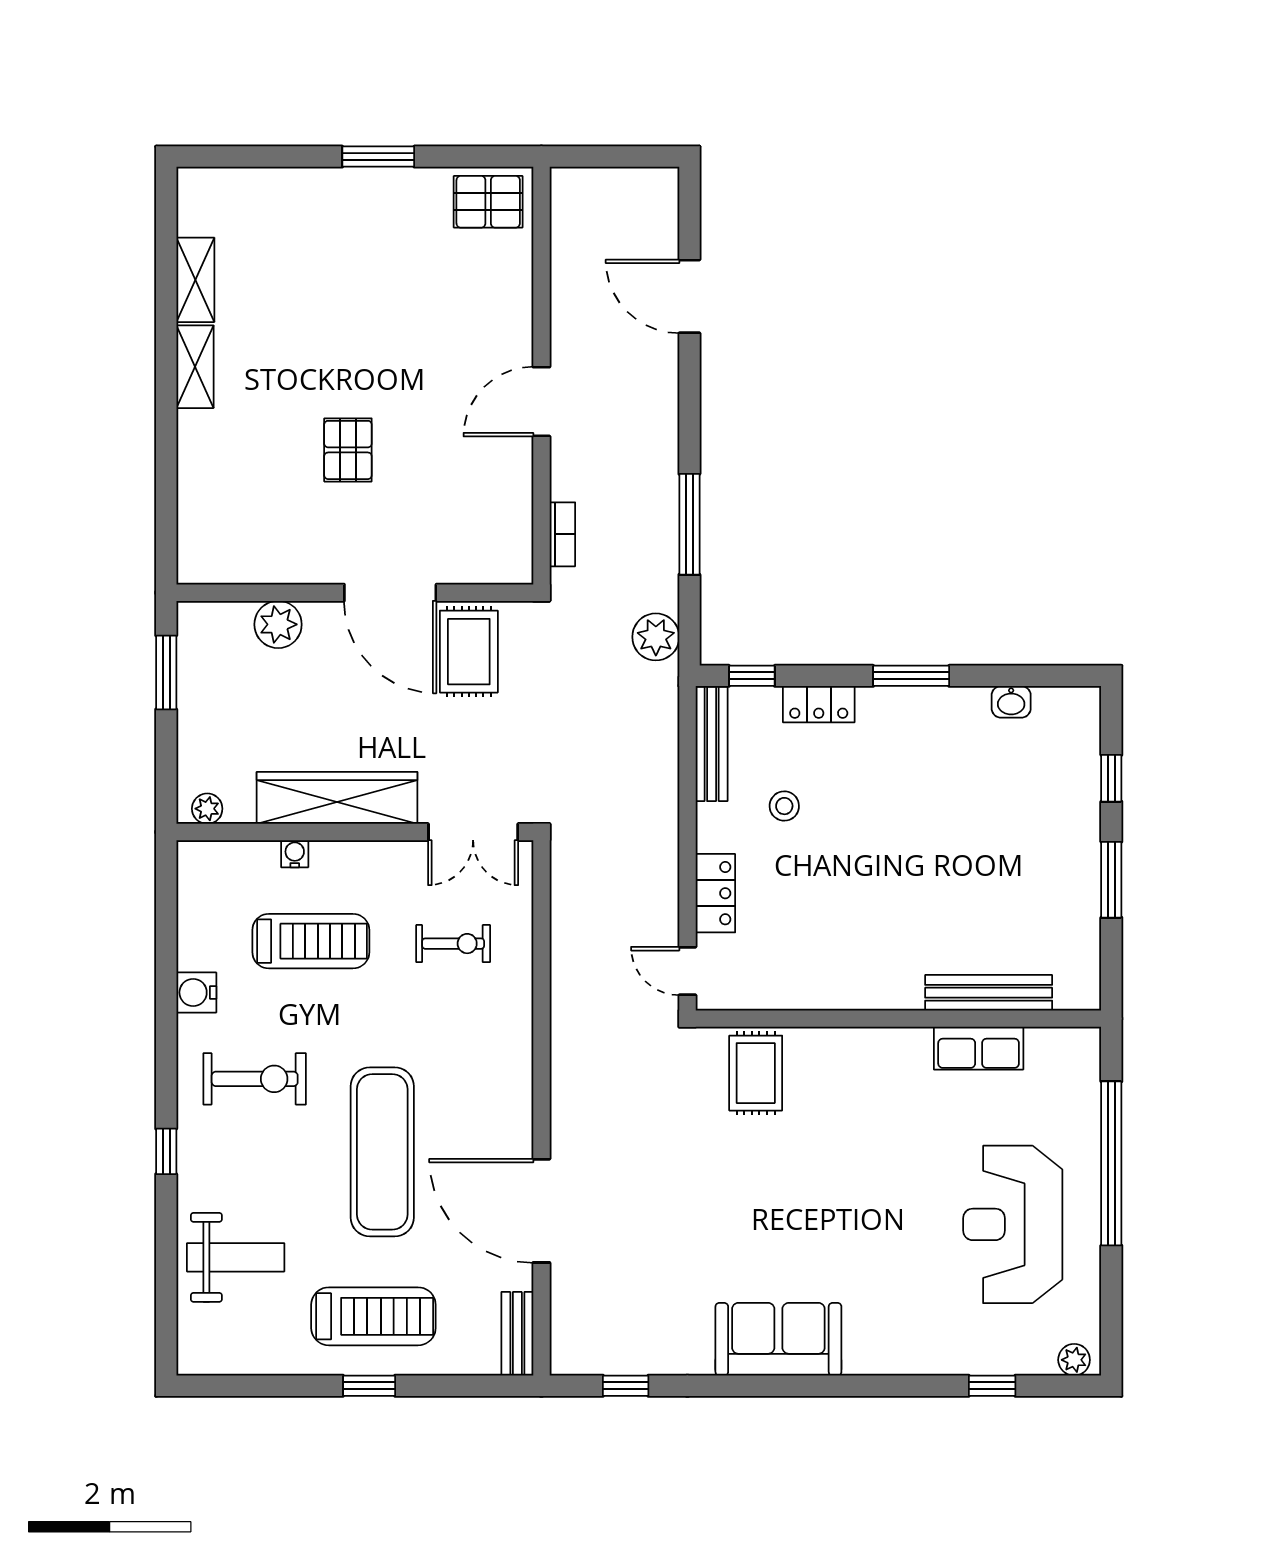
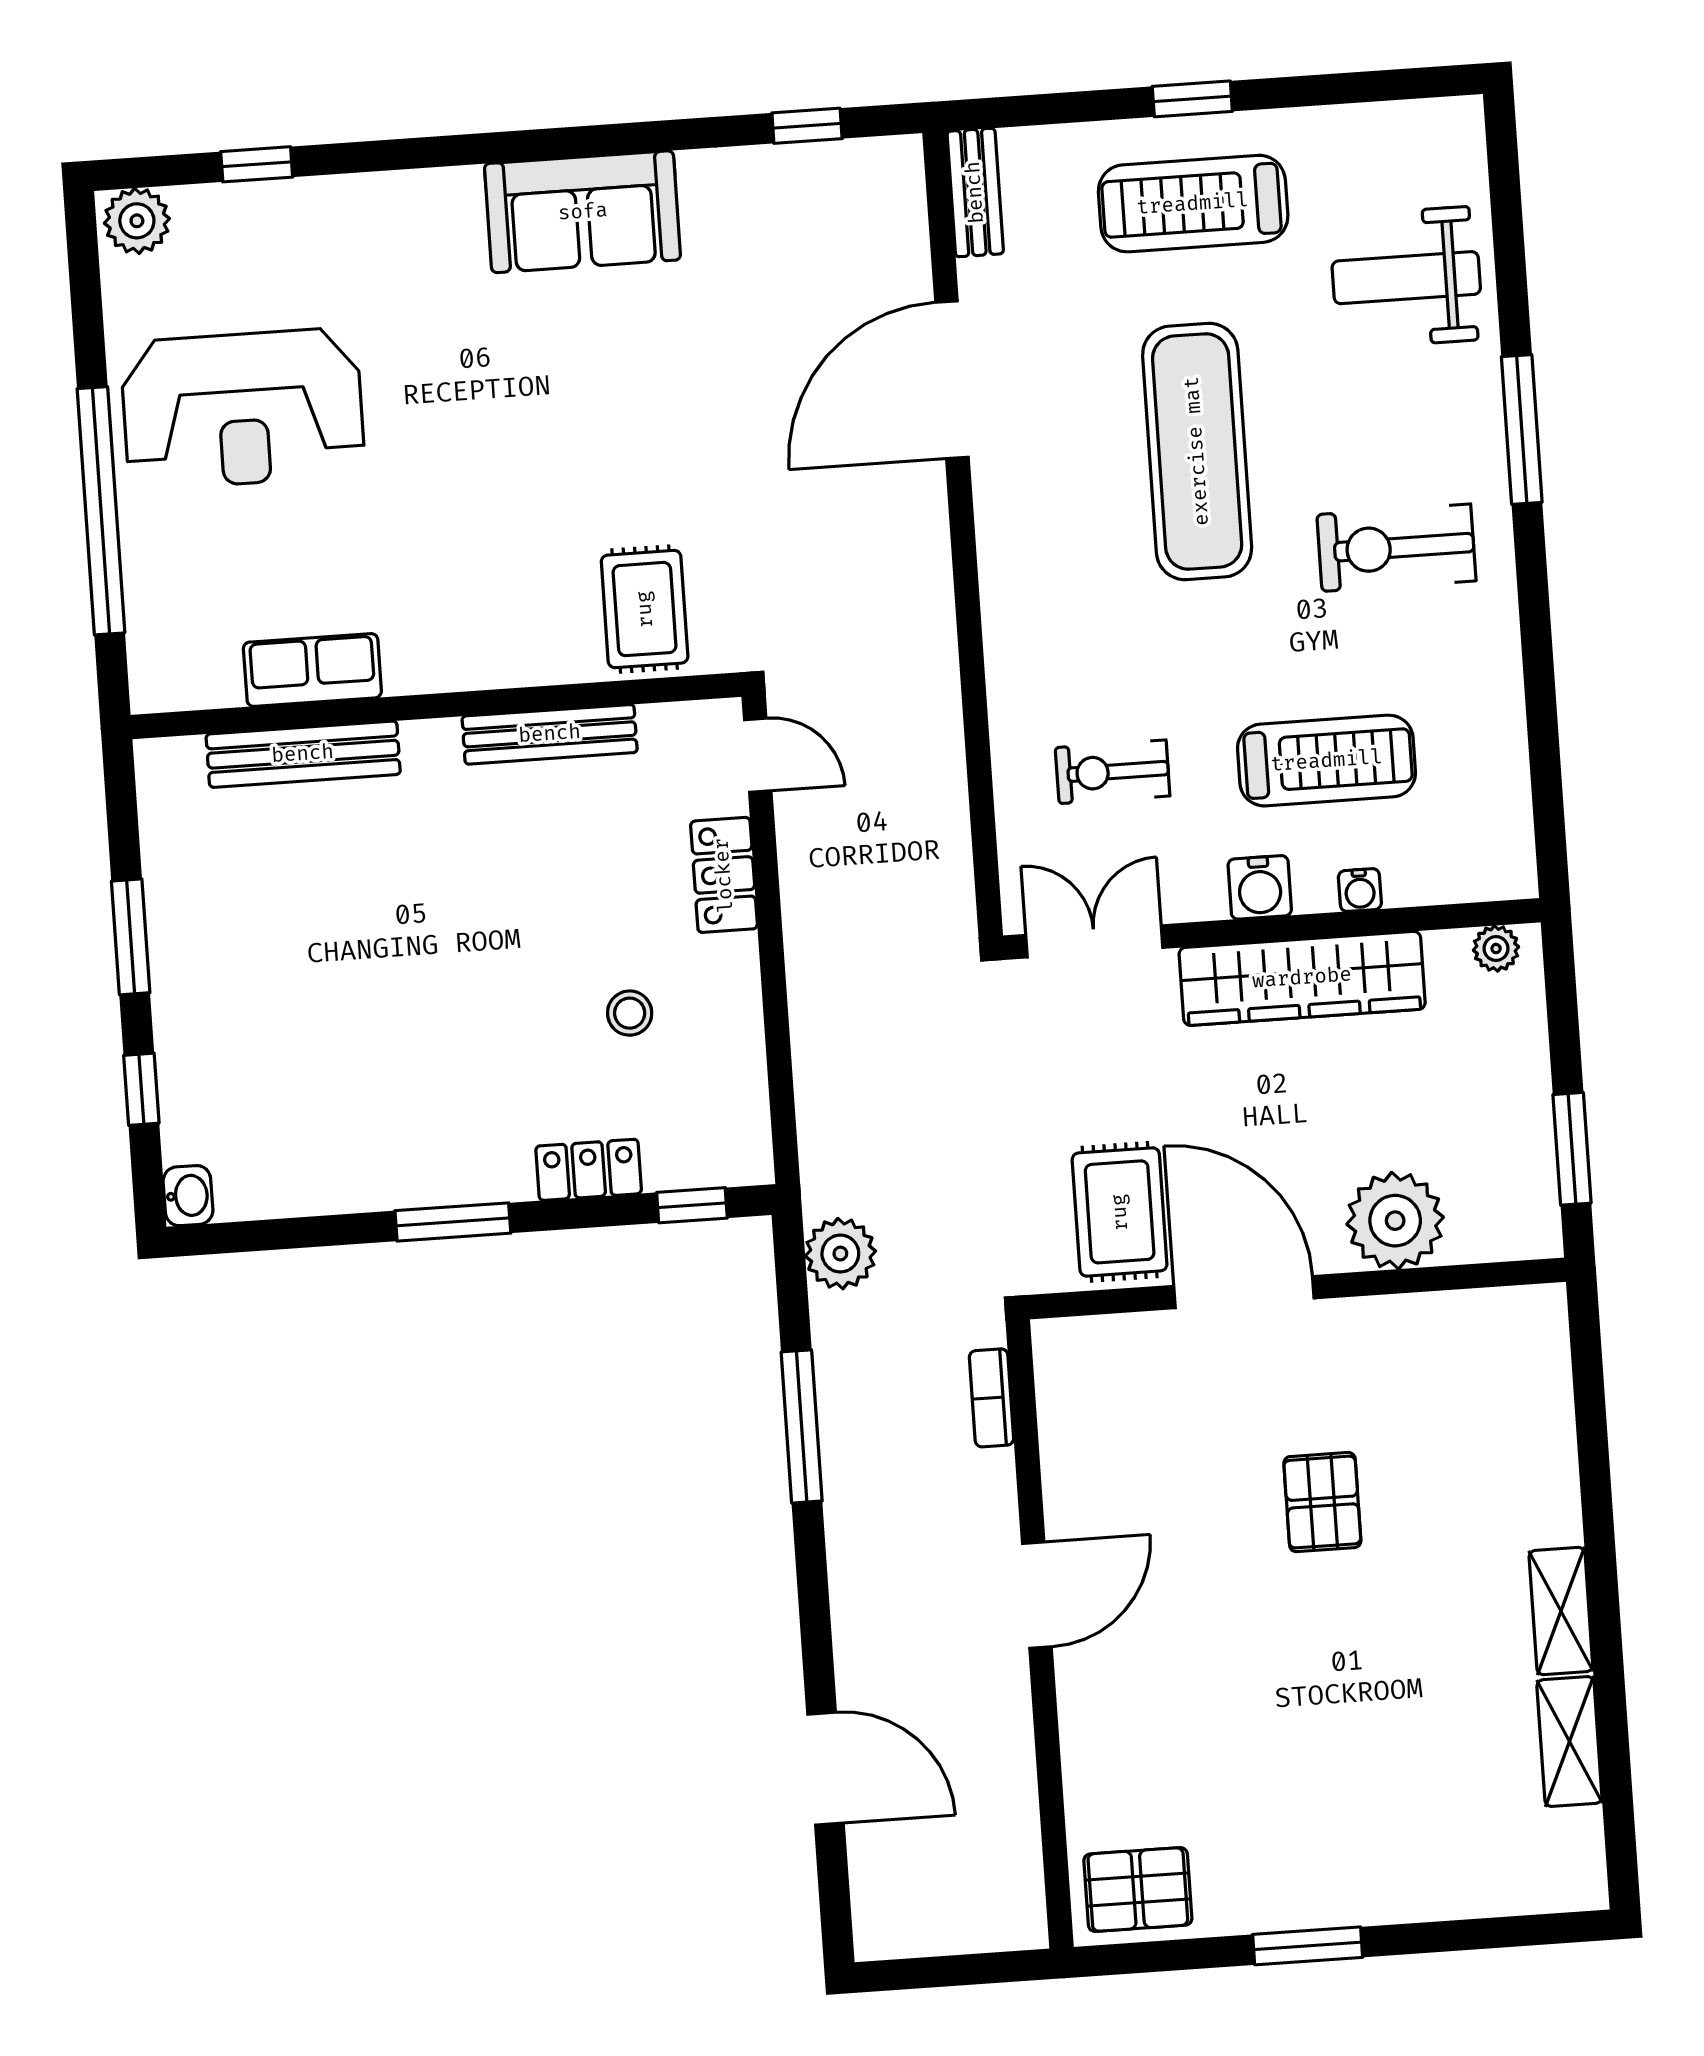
plant: (278, 624) -> (1395, 1221), width x1.36, depth x1.36
washbasin: (1011, 702) -> (188, 1196), moved, turned 90
bench: (712, 744) -> (550, 734), moved, turned 90
treadmill: (311, 941) -> (1327, 761), turned 180
water cooler: (196, 992) -> (1260, 887), moved, turned 90
window: (166, 1151) -> (1522, 430), width x2.17
door: (541, 1211) -> (952, 380), swing flipped
reception desk: (1013, 1224) -> (243, 409), turned 90
plant: (1074, 1360) -> (137, 221), width x1.38, depth x1.38

